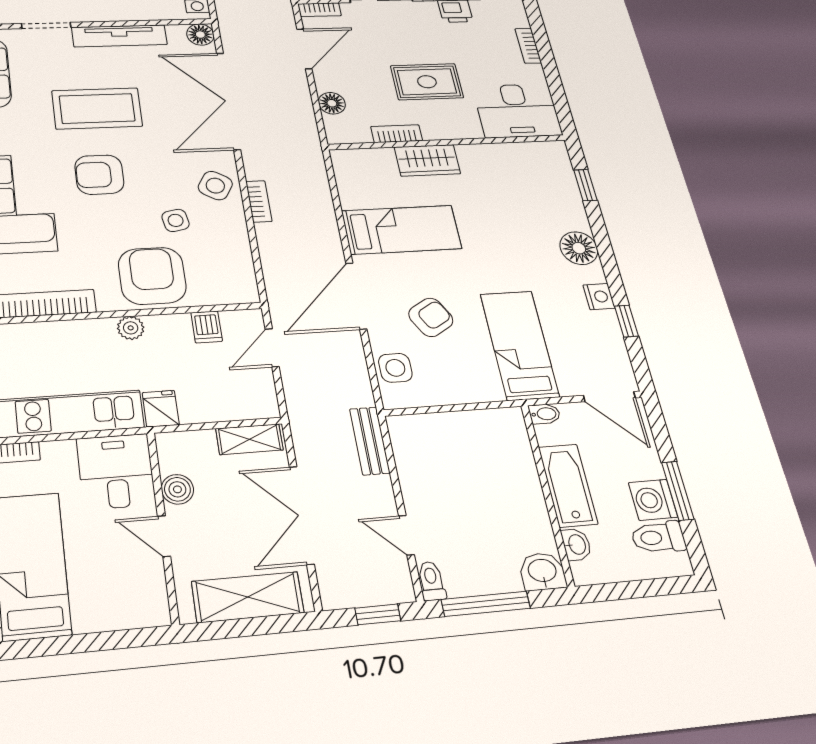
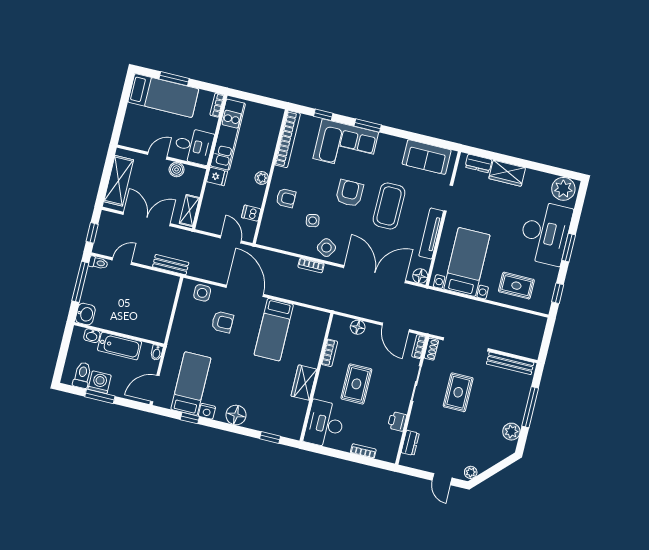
wardrobe: (427, 160) -> (304, 383), moved
armchair: (152, 276) -> (286, 198), width x0.53, depth x0.53
armchair: (431, 317) -> (222, 322), turned -60
bed: (519, 345) -> (191, 384), moved, turned -90

